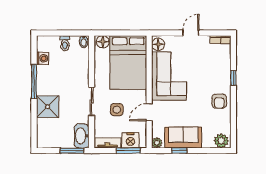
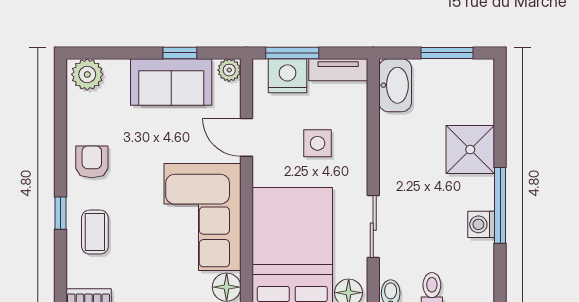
washing machine: (43, 58) -> (481, 224), moved
coffee table: (218, 69) -> (95, 232), added
sliding door: (92, 101) -> (373, 227), moved
door: (149, 112) -> (246, 137), swing flipped
window: (72, 151) -> (447, 53), moved

